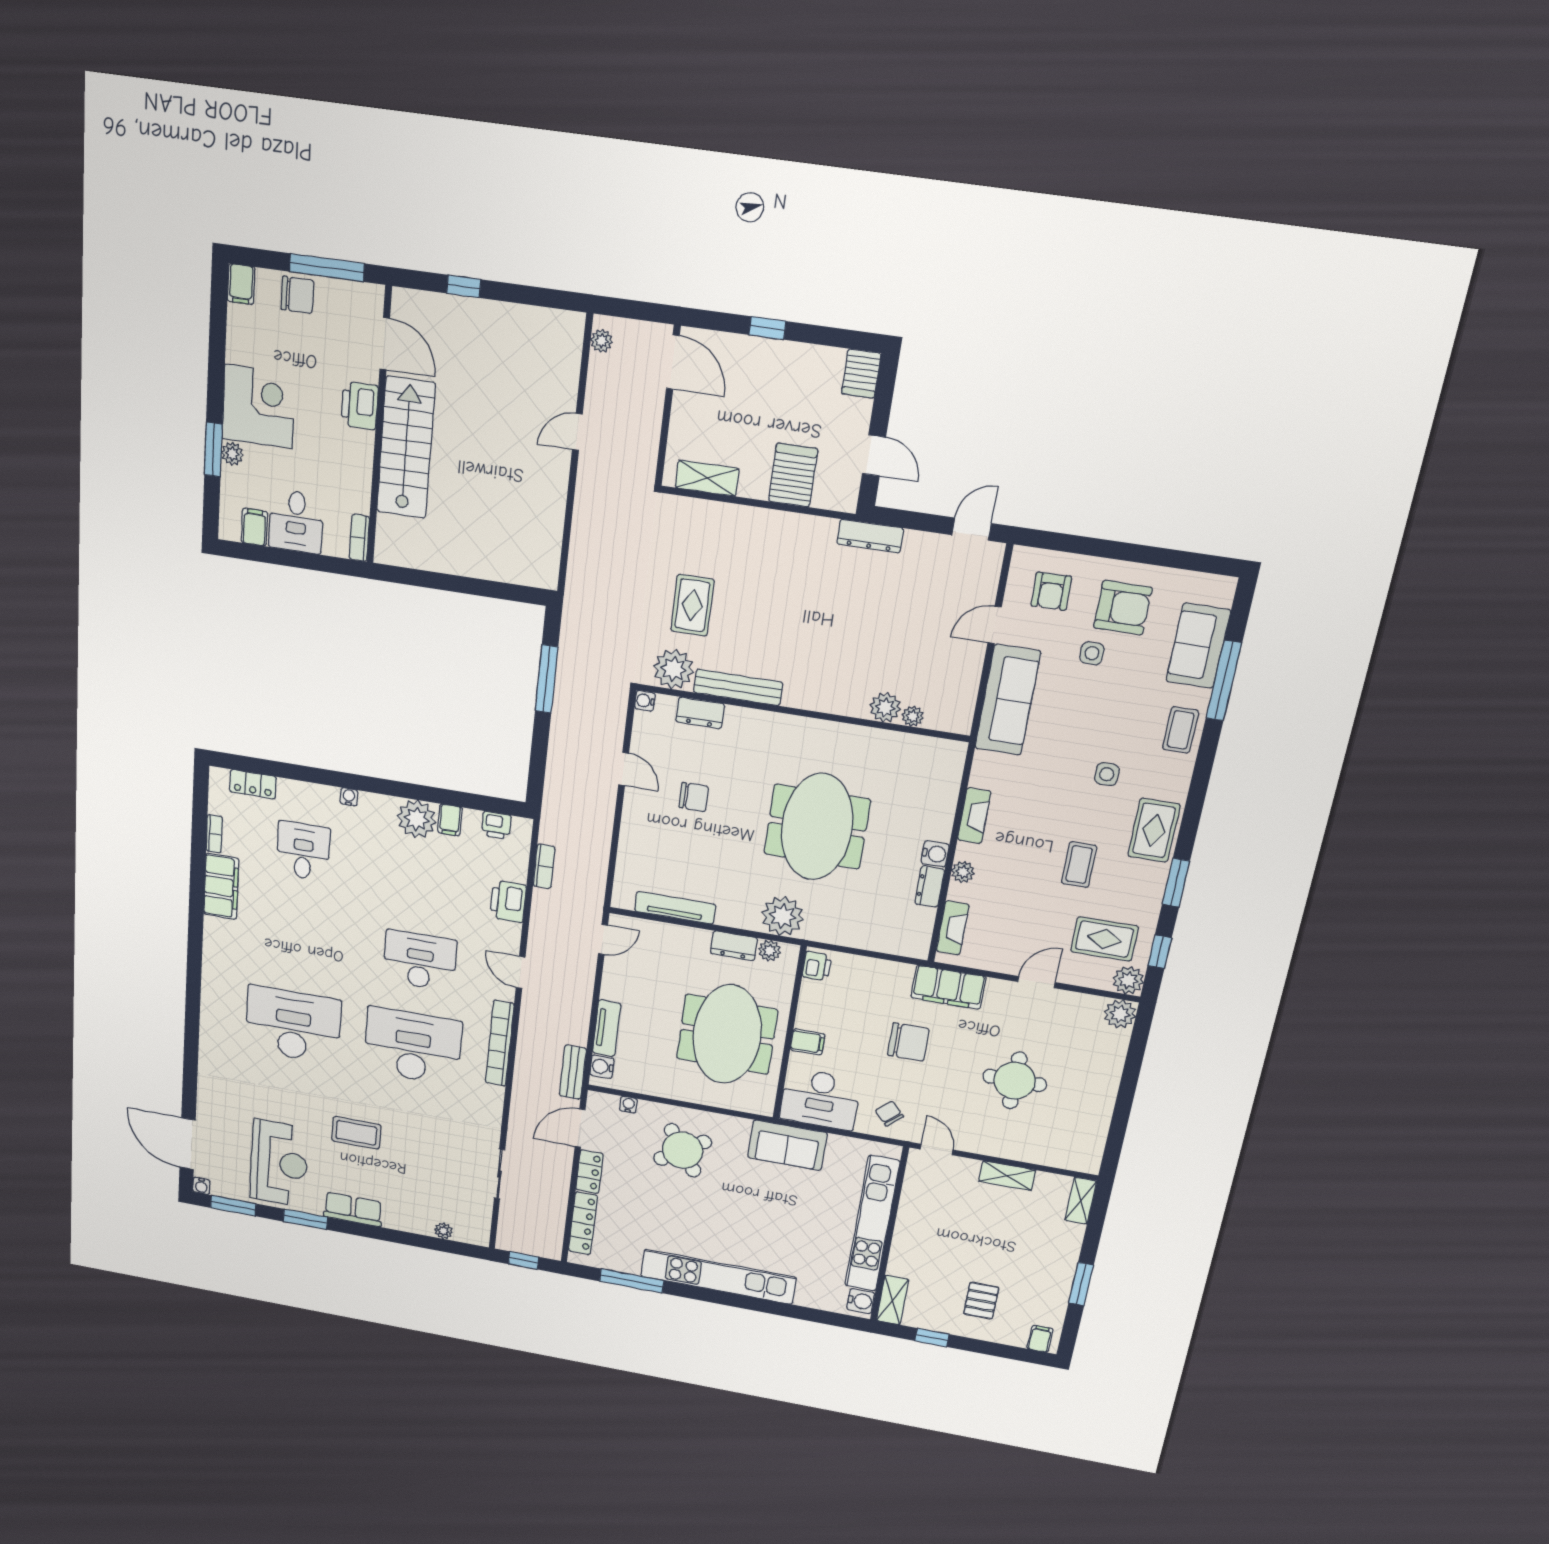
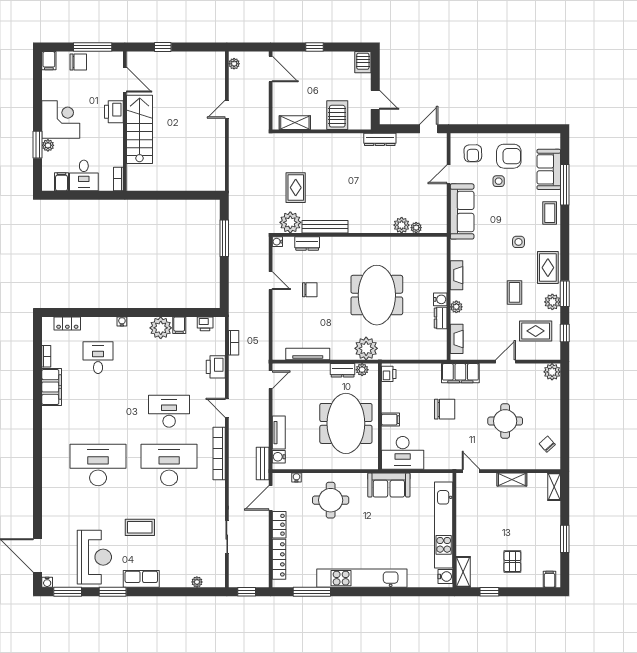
plant: (1128, 980) -> (552, 302), moved
chair: (889, 1114) -> (547, 444), moved
round table: (683, 1150) -> (331, 500), turned 34

